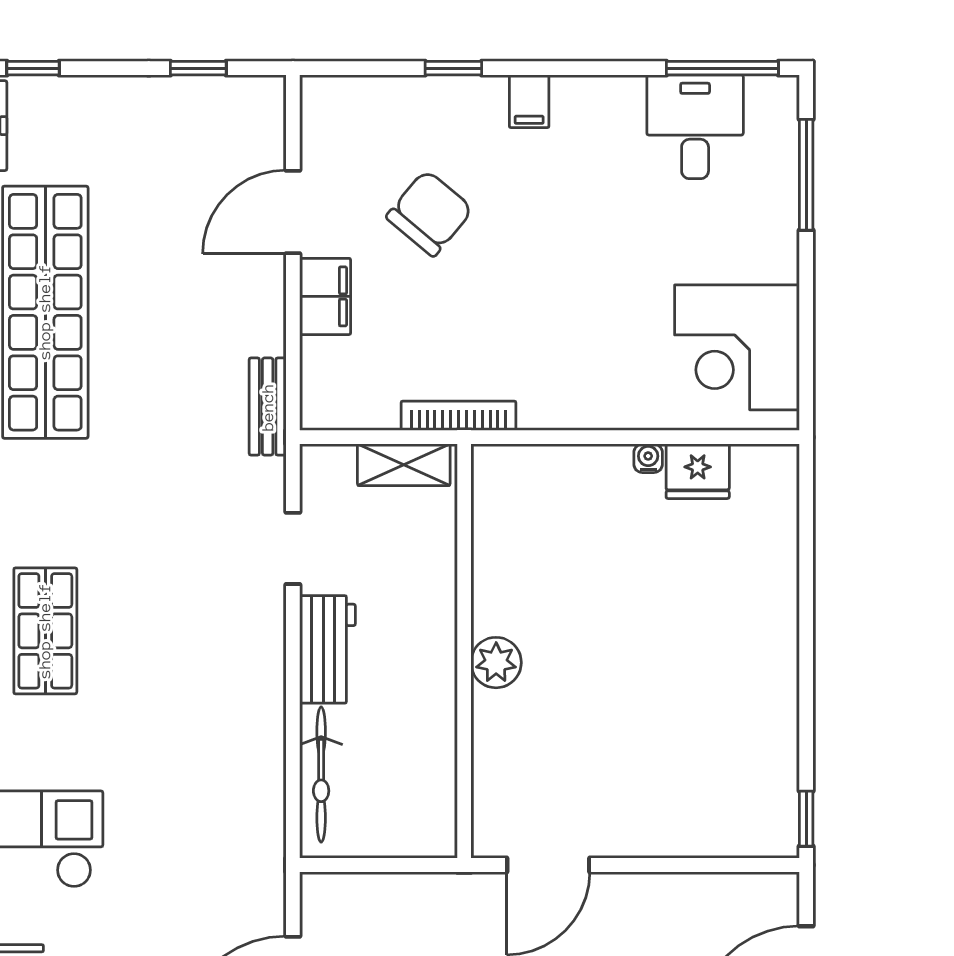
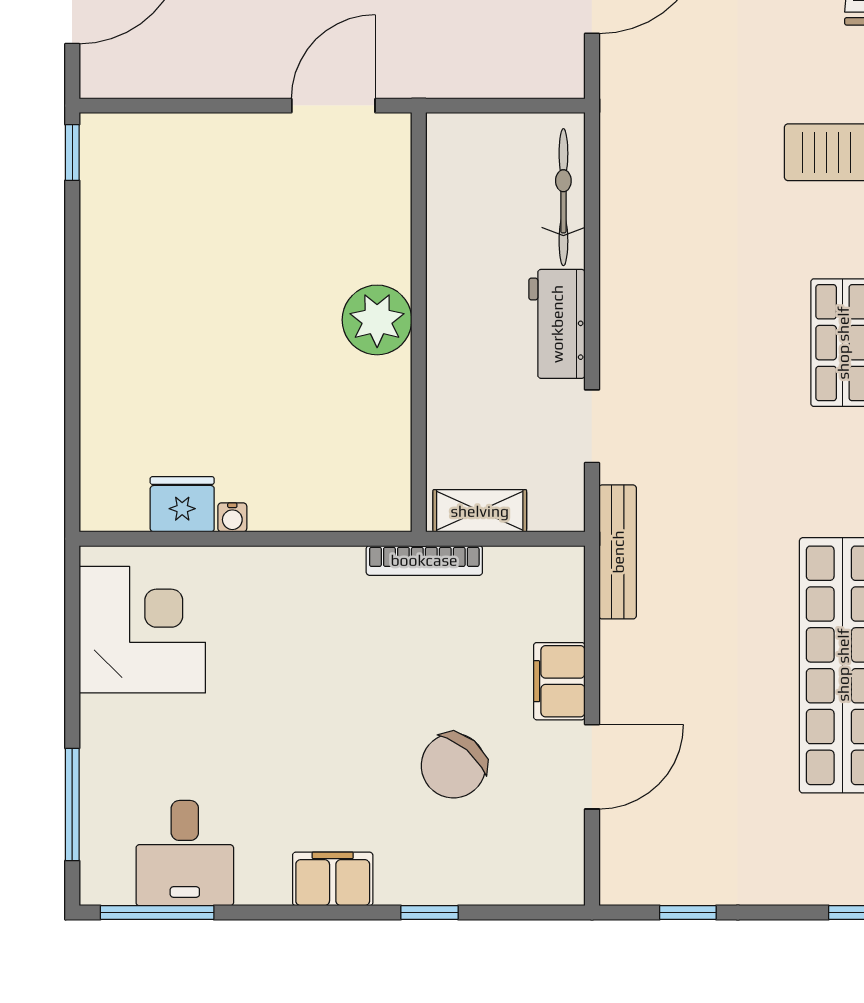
filing cabinet: (529, 101) -> (333, 879), width x2.00
bench: (268, 407) -> (618, 552), width x1.36
plant: (496, 663) -> (377, 320), width x1.36, depth x1.36

